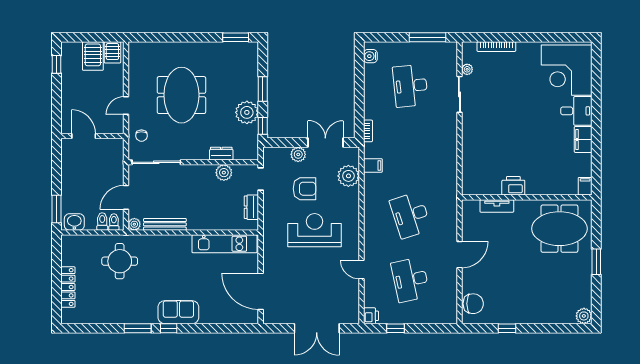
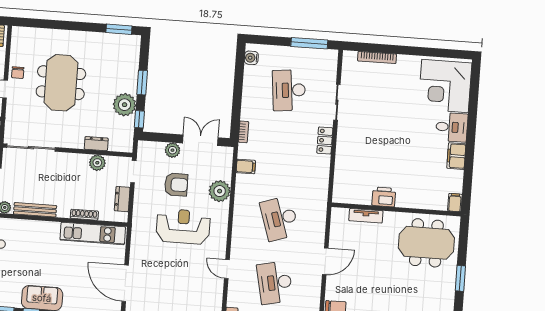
plant: (467, 69) -> (346, 78), removed
locker: (450, 134) -> (325, 140), added
chair: (141, 136) -> (18, 73), moved
plant: (348, 176) -> (220, 191), moved
shoe rack: (215, 226) -> (84, 215), added

